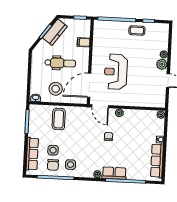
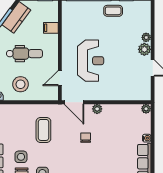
reception desk: (116, 72) -> (91, 61), turned 180
door: (89, 85) -> (60, 78), width x0.53
coffee table: (59, 119) -> (43, 130), moved

